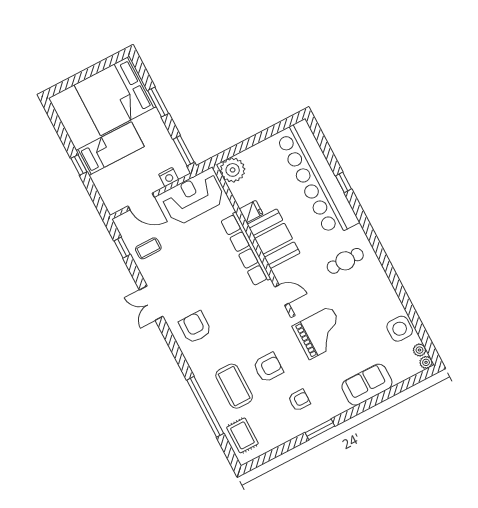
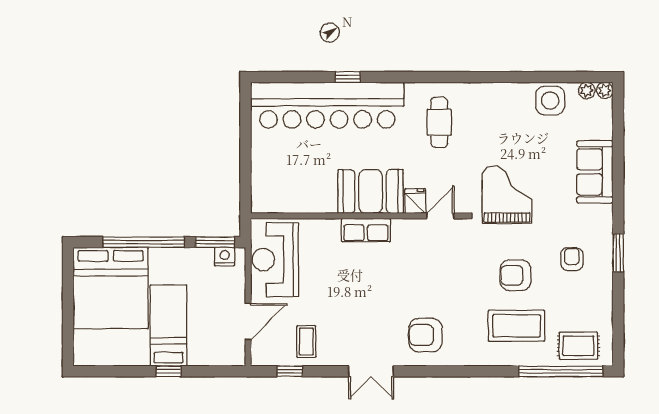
window: (158, 102) -> (144, 242), width x2.11
plant: (233, 170) -> (267, 197), removed
nightstand: (169, 177) -> (225, 257), moved, turned -90
fridge: (251, 212) -> (415, 201), moved
row of seats: (246, 249) -> (366, 230), width x0.50
armchair: (268, 367) -> (515, 275), turned -90
window: (205, 407) -> (561, 371), moved

